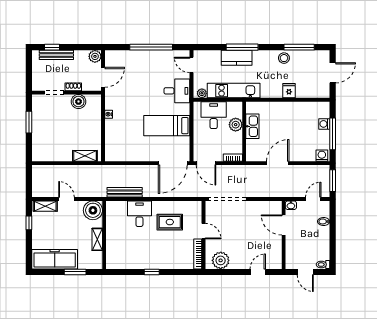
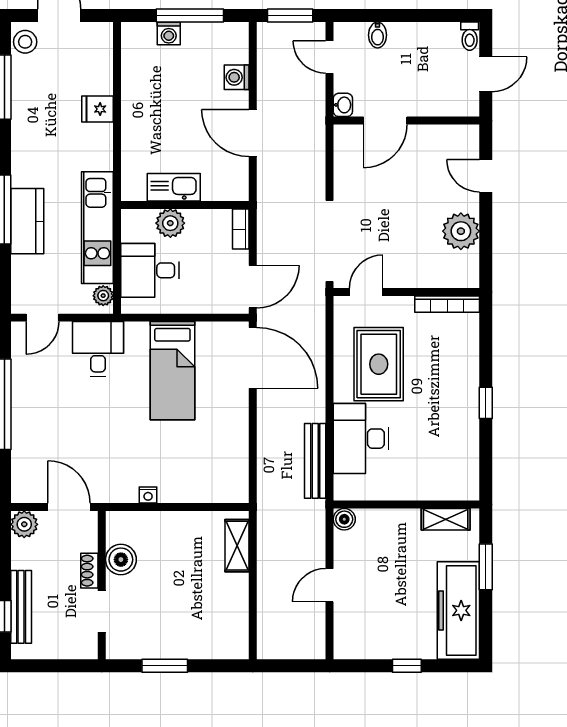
stool: (284, 58) -> (25, 42), moved
washing machine: (322, 156) -> (237, 77), moved
shelving: (45, 206) -> (345, 631), removed
boiler: (93, 210) -> (344, 519), width x0.54, depth x0.54
desk: (139, 214) -> (361, 439), width x1.37
rug: (170, 222) -> (379, 364), width x1.36, depth x1.43
window: (29, 223) -> (407, 666), moved
door: (203, 231) -> (366, 292), moved
shelving: (97, 239) -> (446, 519), moved
plant: (221, 260) -> (461, 231), moved

